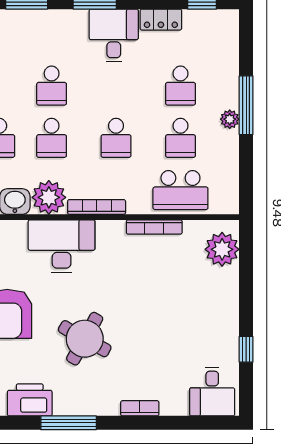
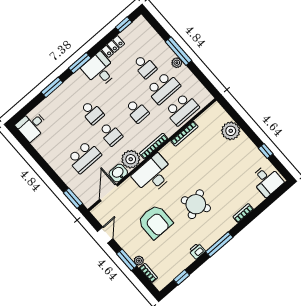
school desk: (180, 138) -> (163, 88), width x1.85
plant: (222, 249) -> (231, 131), moved
round table: (85, 339) -> (196, 204), turned 32
printer: (30, 400) -> (197, 251), width x0.53, depth x0.68

